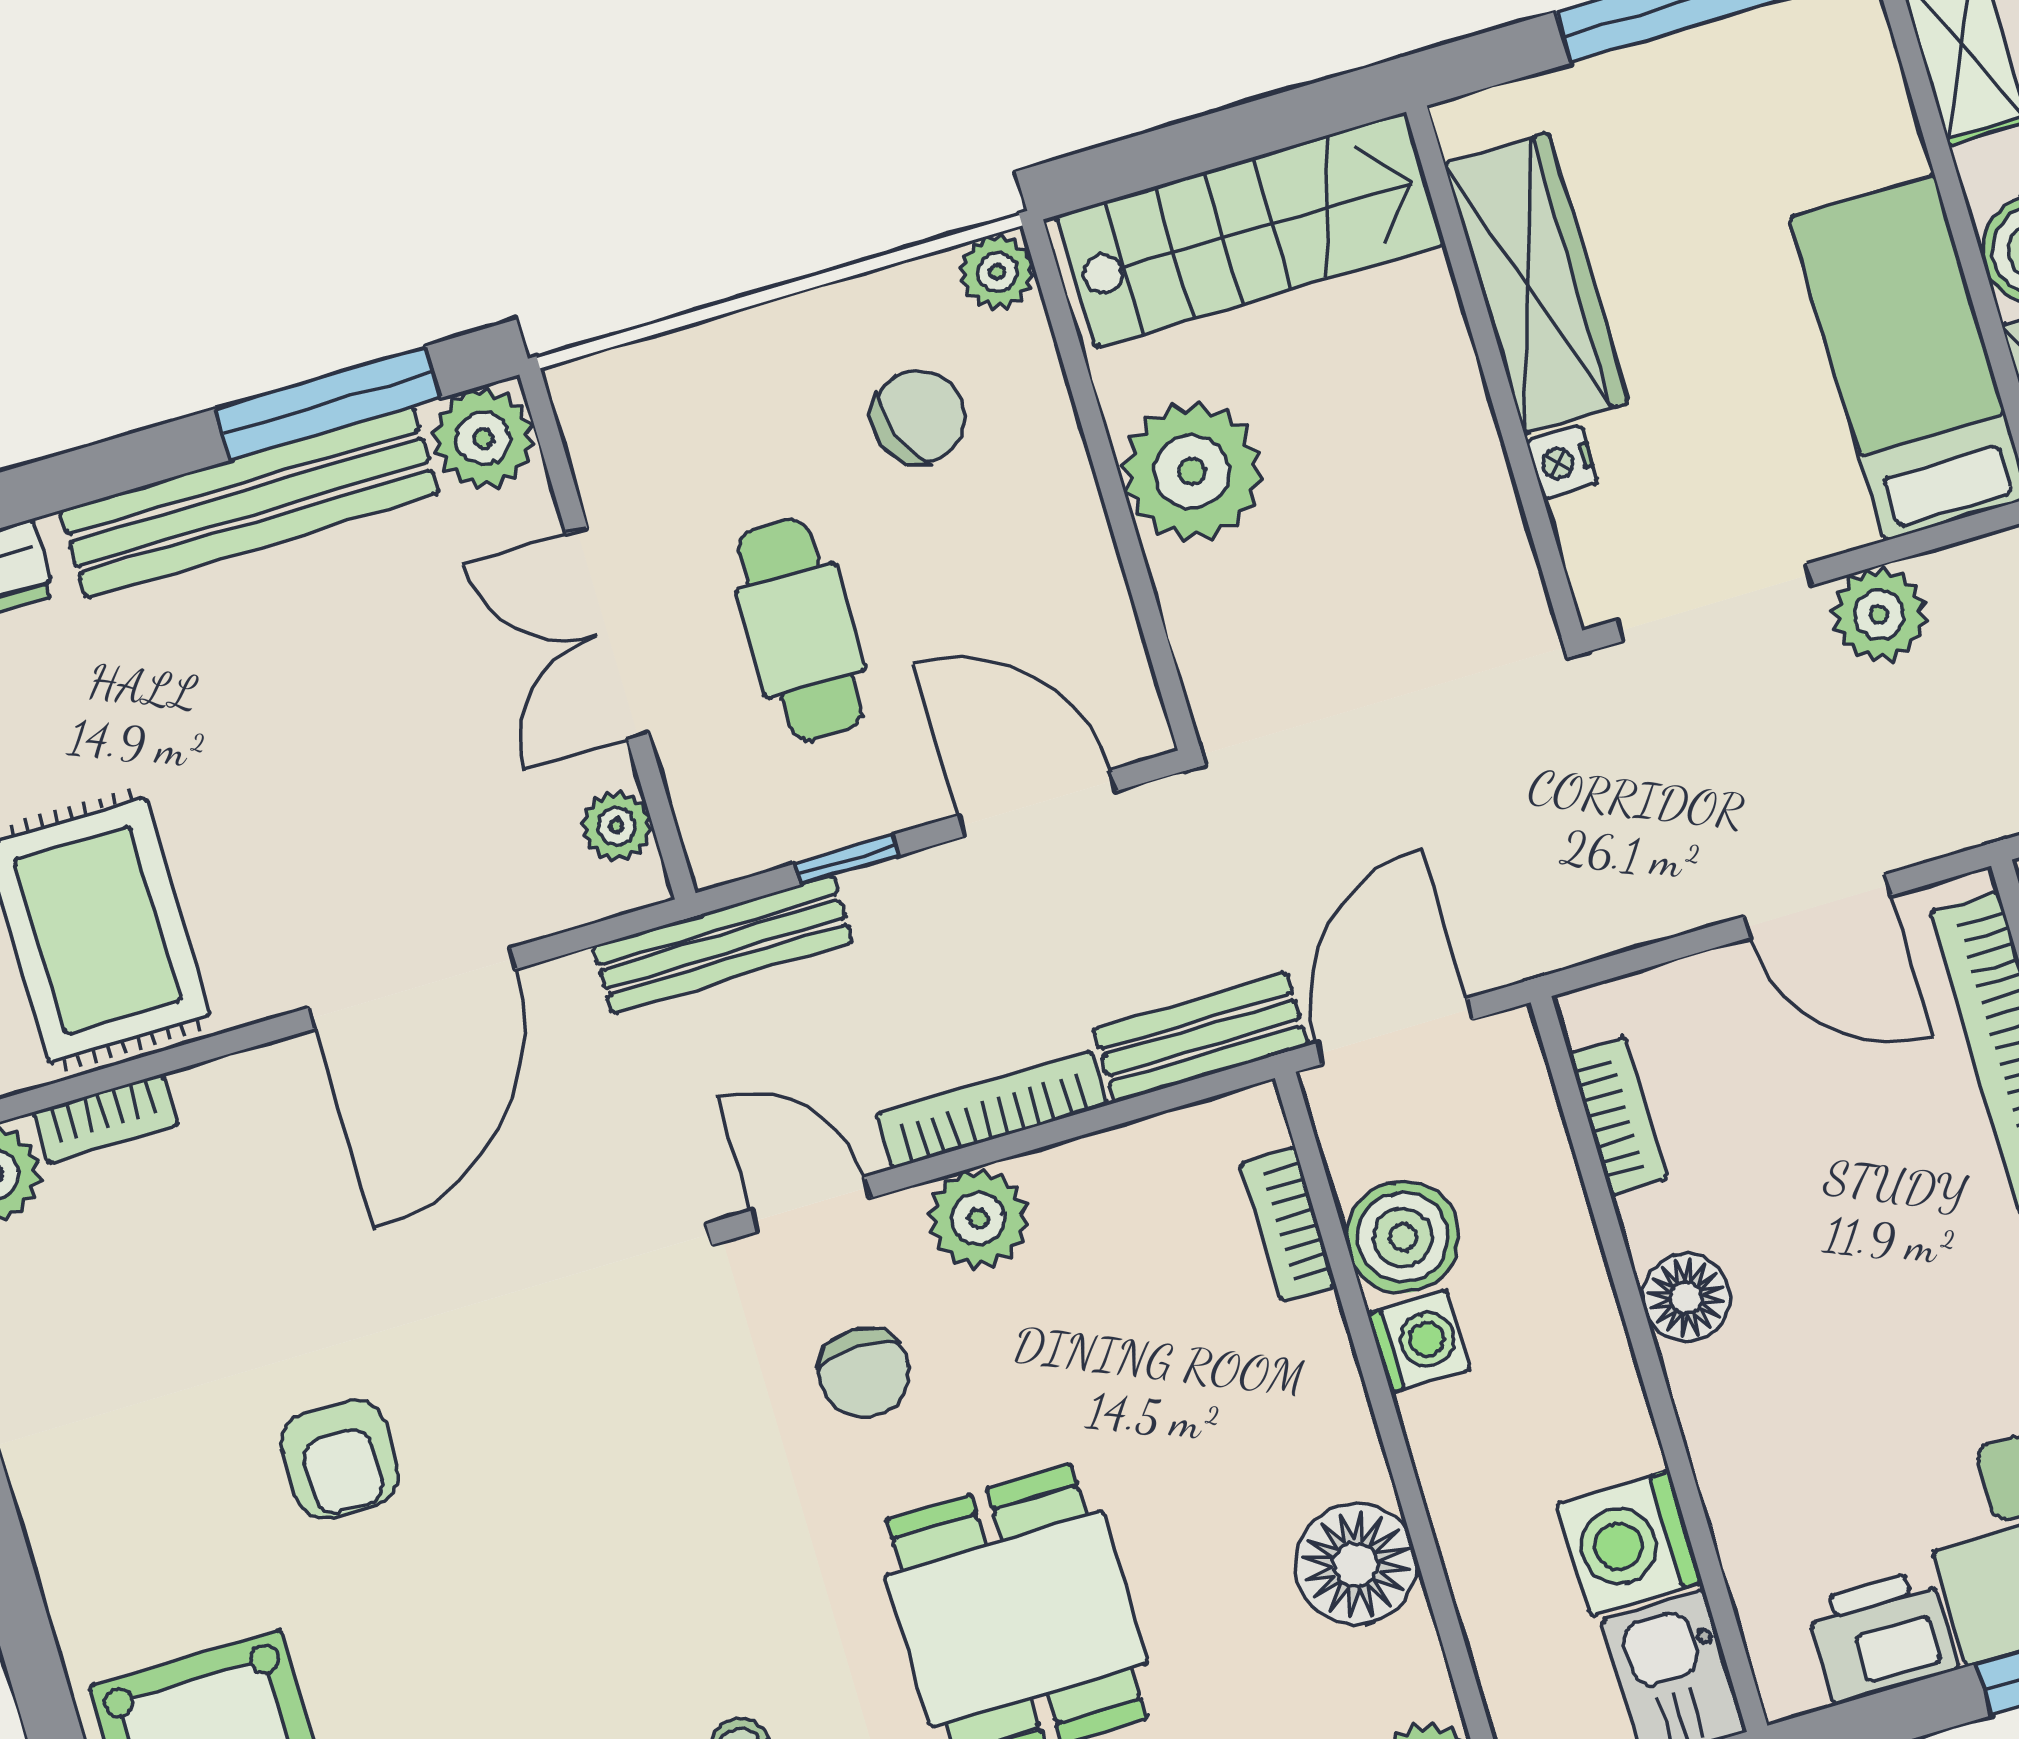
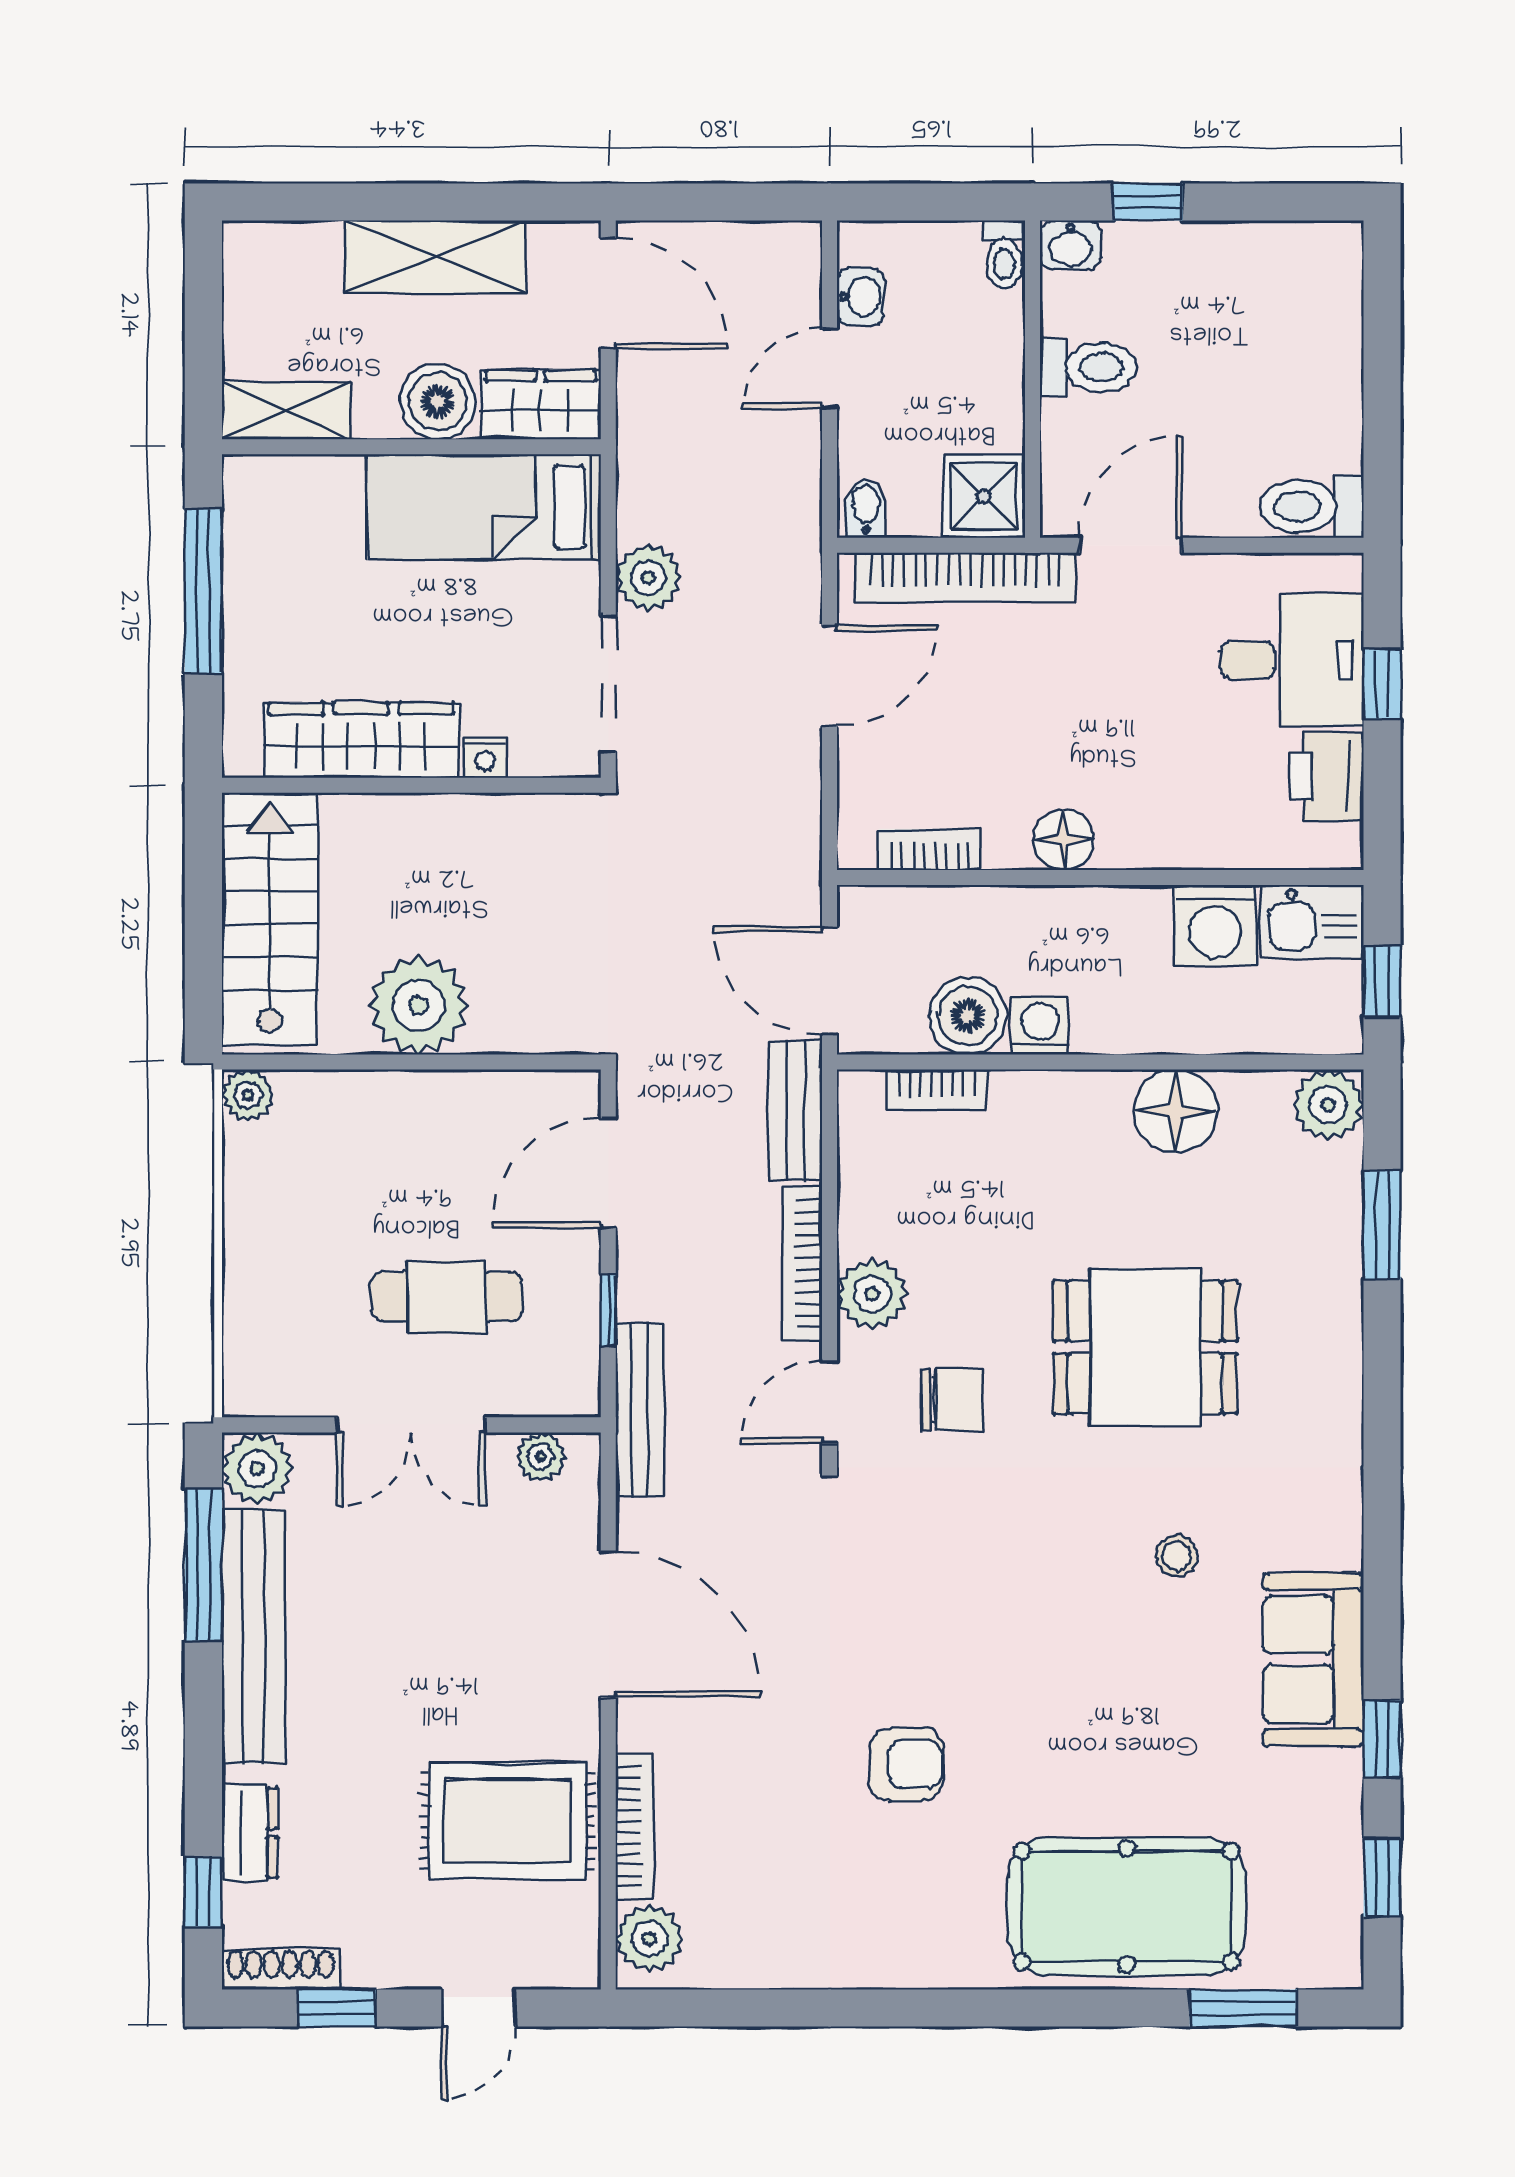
chair: (918, 417) -> (328, 1176), removed
bookcase: (105, 1119) -> (634, 1827), width x1.56

